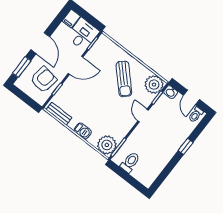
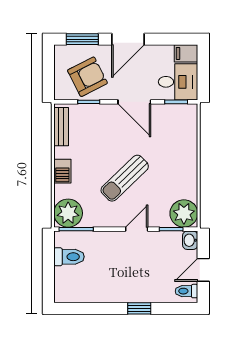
sun lounger: (124, 79) -> (125, 178), moved
armchair: (43, 80) -> (87, 77), turned -36

